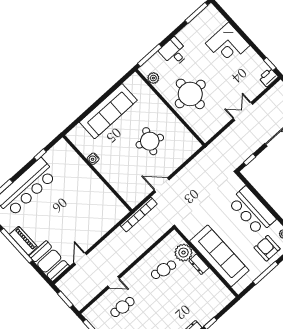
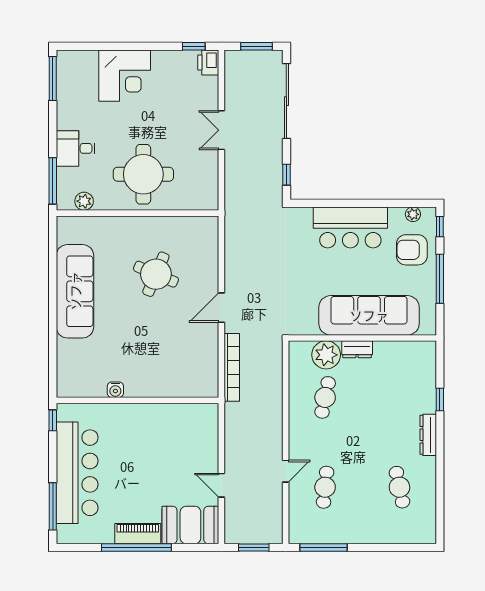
water cooler: (93, 159) -> (115, 390), moved
wall: (97, 173) -> (138, 400), moved

